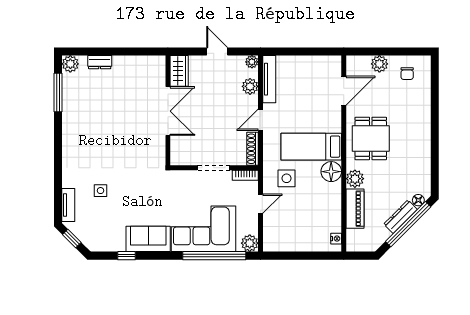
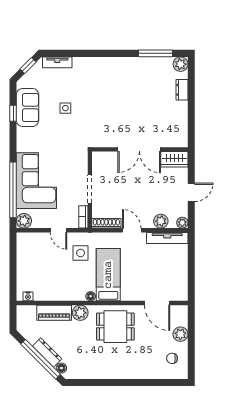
floor lamp: (331, 172) -> (91, 296), width x0.53, depth x0.53
side table: (100, 191) -> (65, 108), moved
sofa: (148, 239) -> (28, 107), moved

